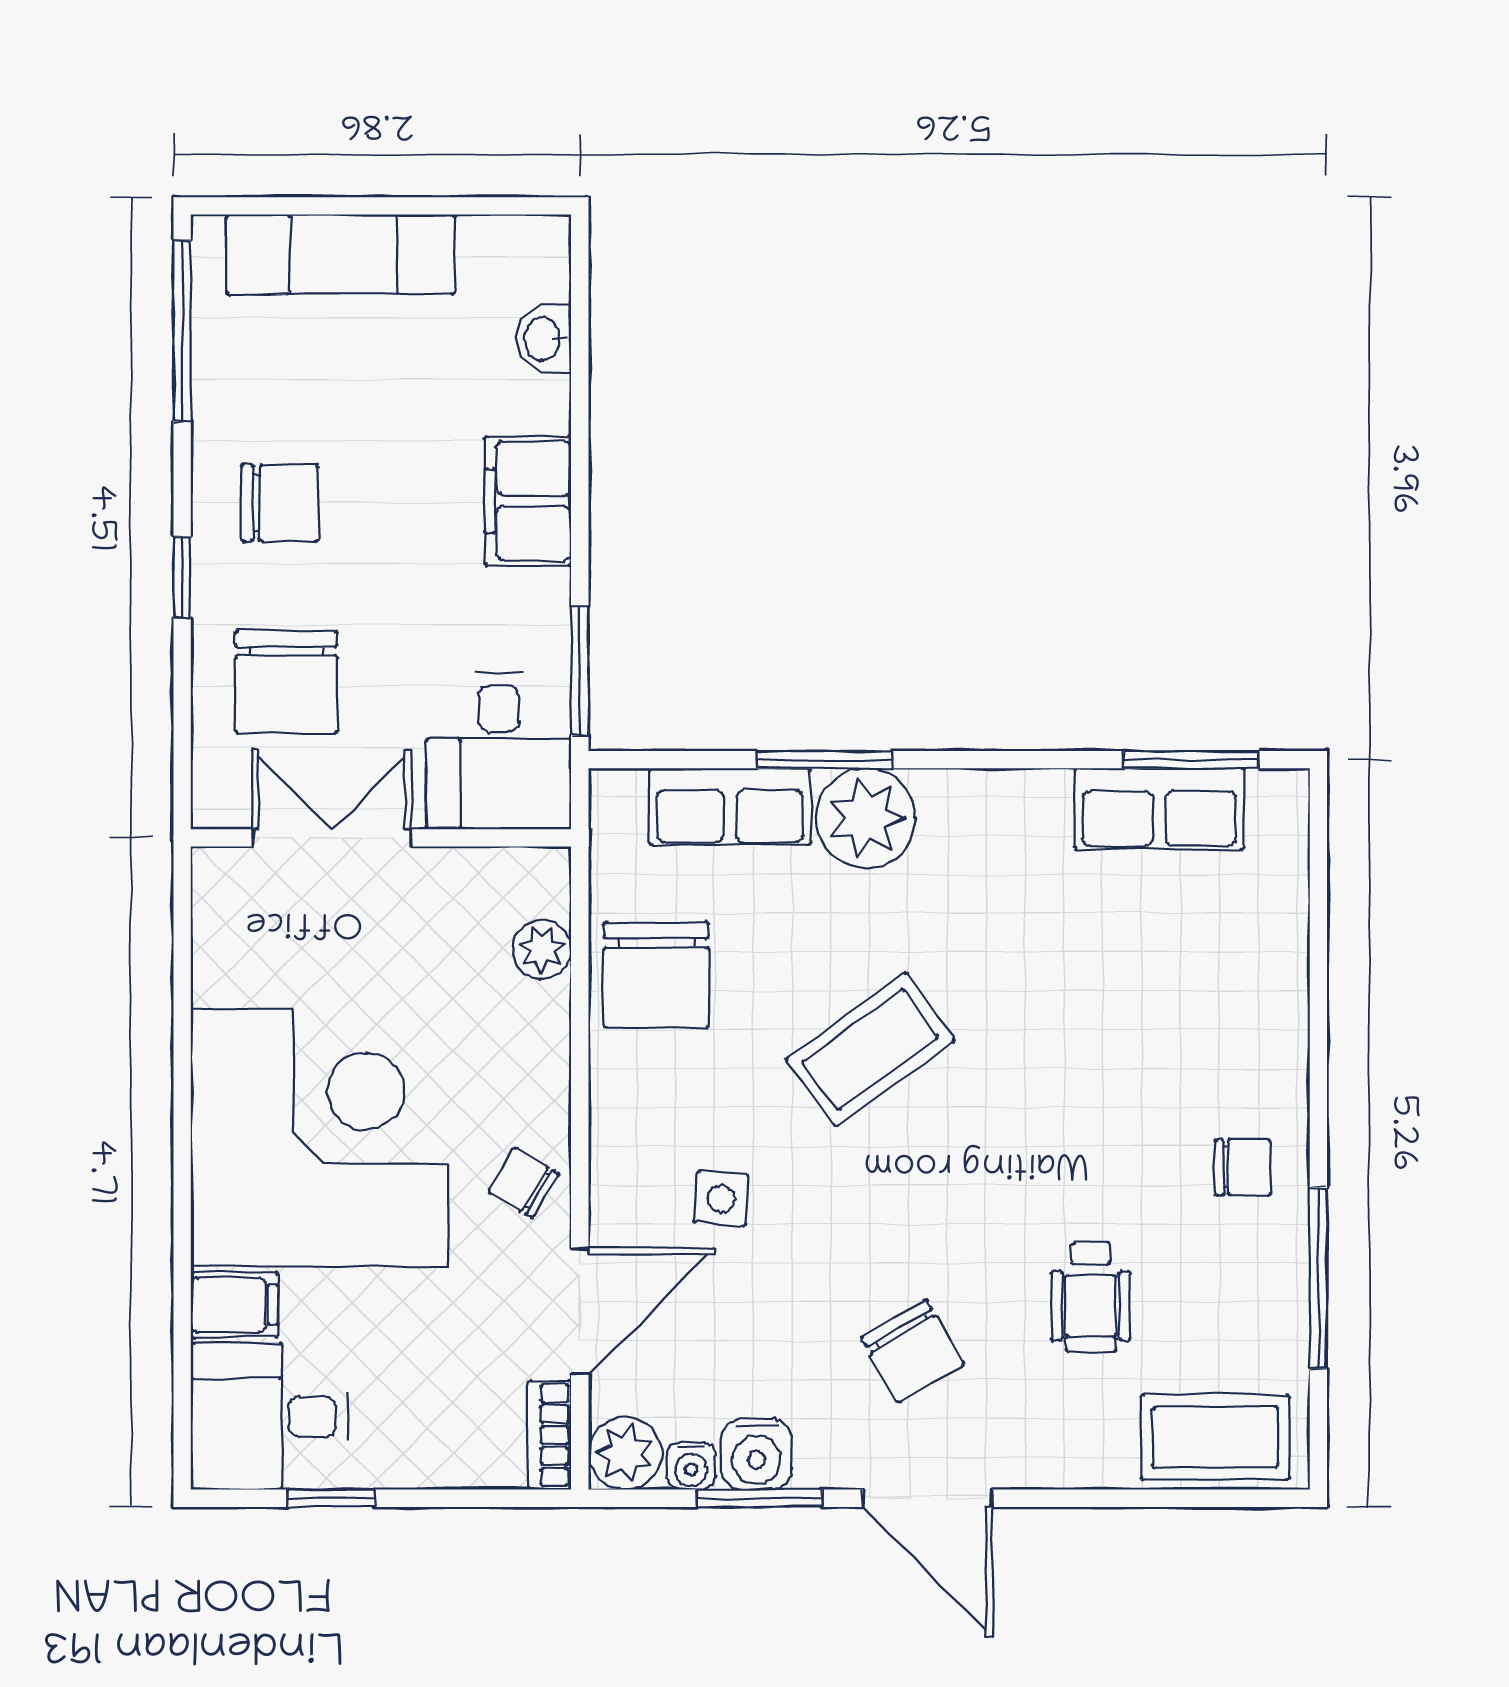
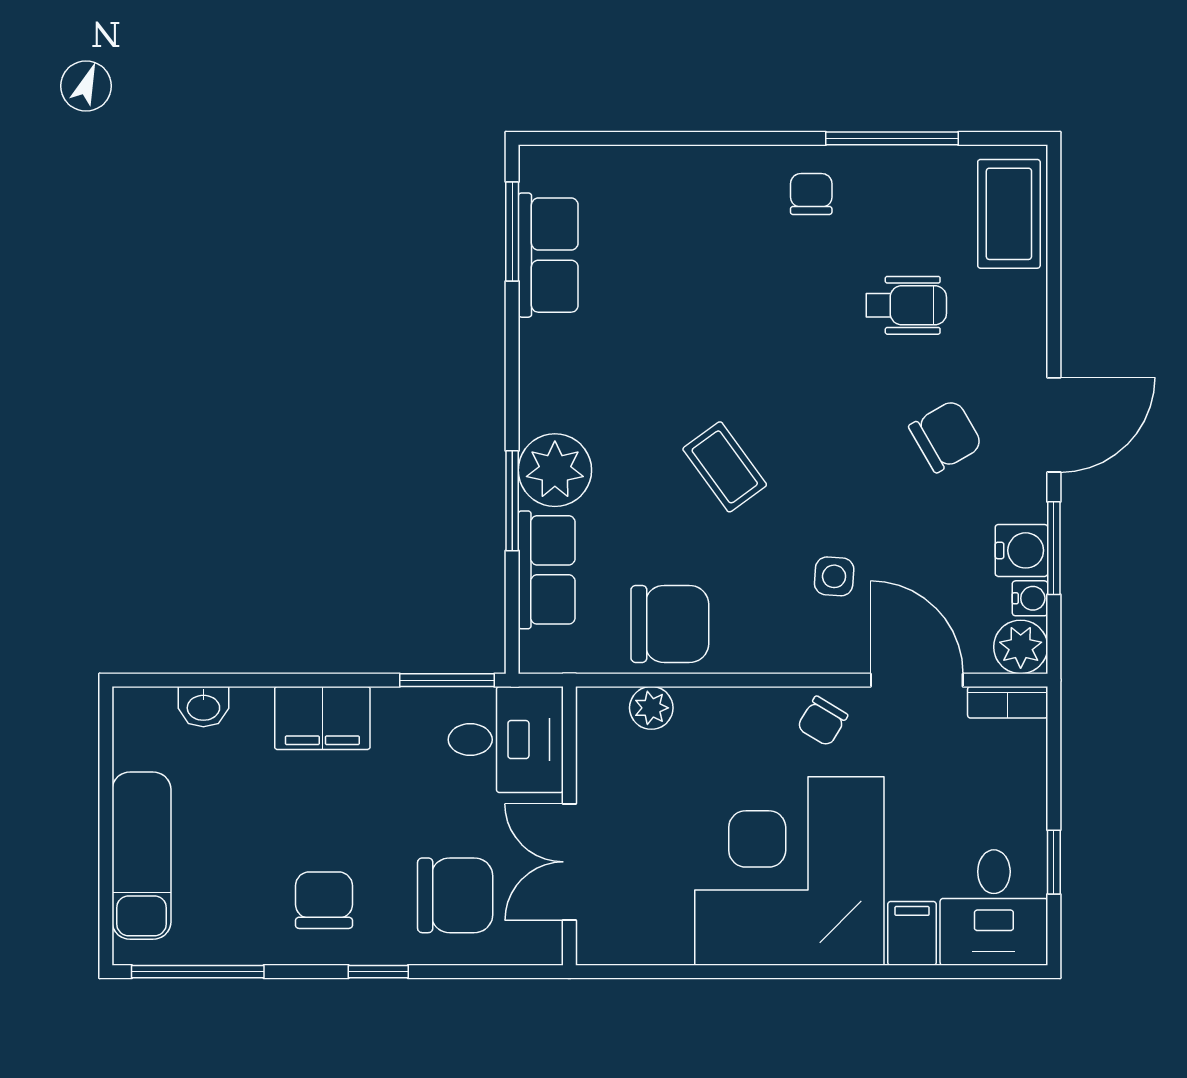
coffee table: (870, 1049) -> (725, 467), width x0.73, depth x0.77

